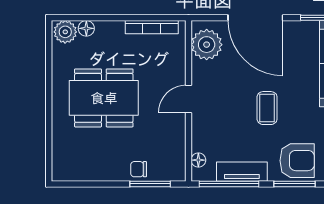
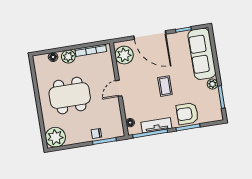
plant: (65, 32) -> (68, 57), moved
armchair: (297, 161) -> (187, 114), turned 180
plant: (68, 164) -> (55, 137), added

